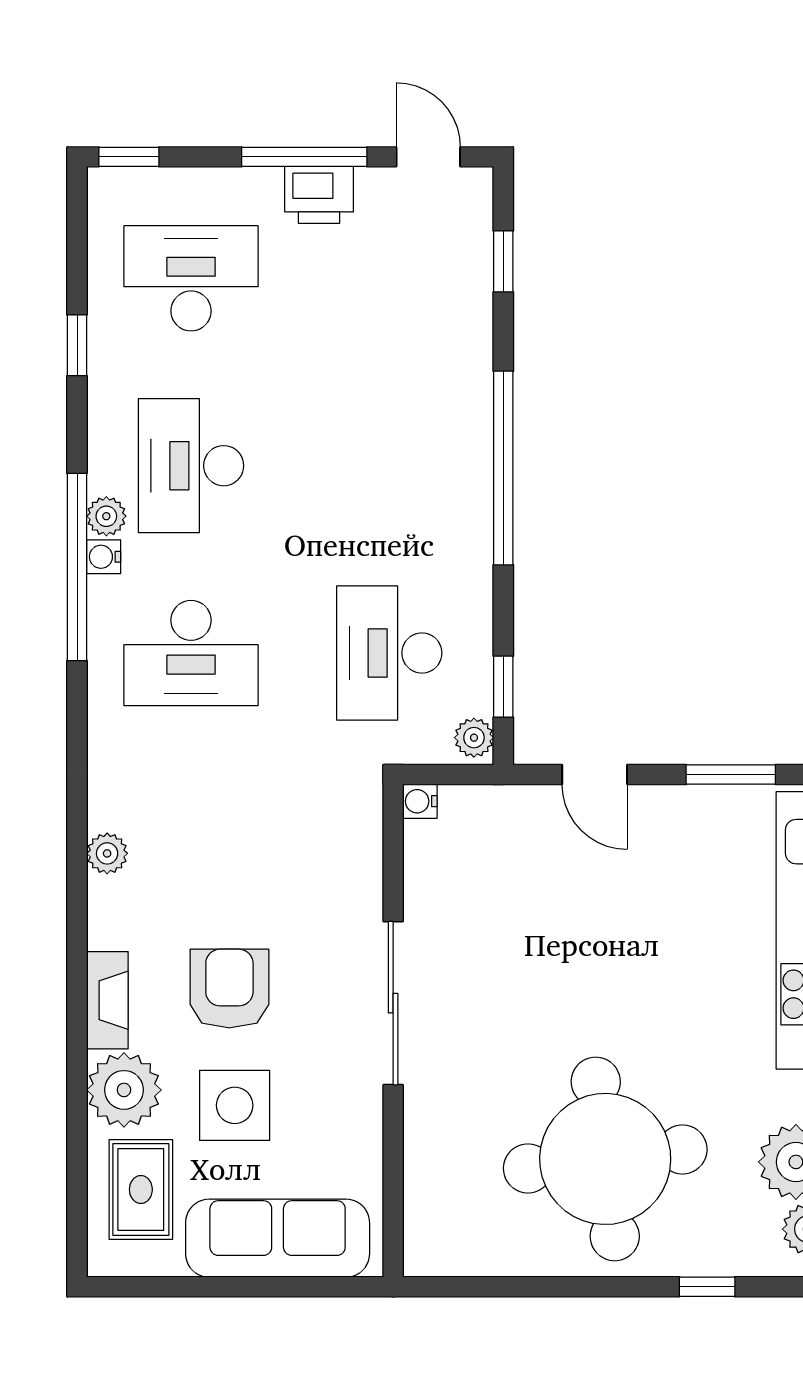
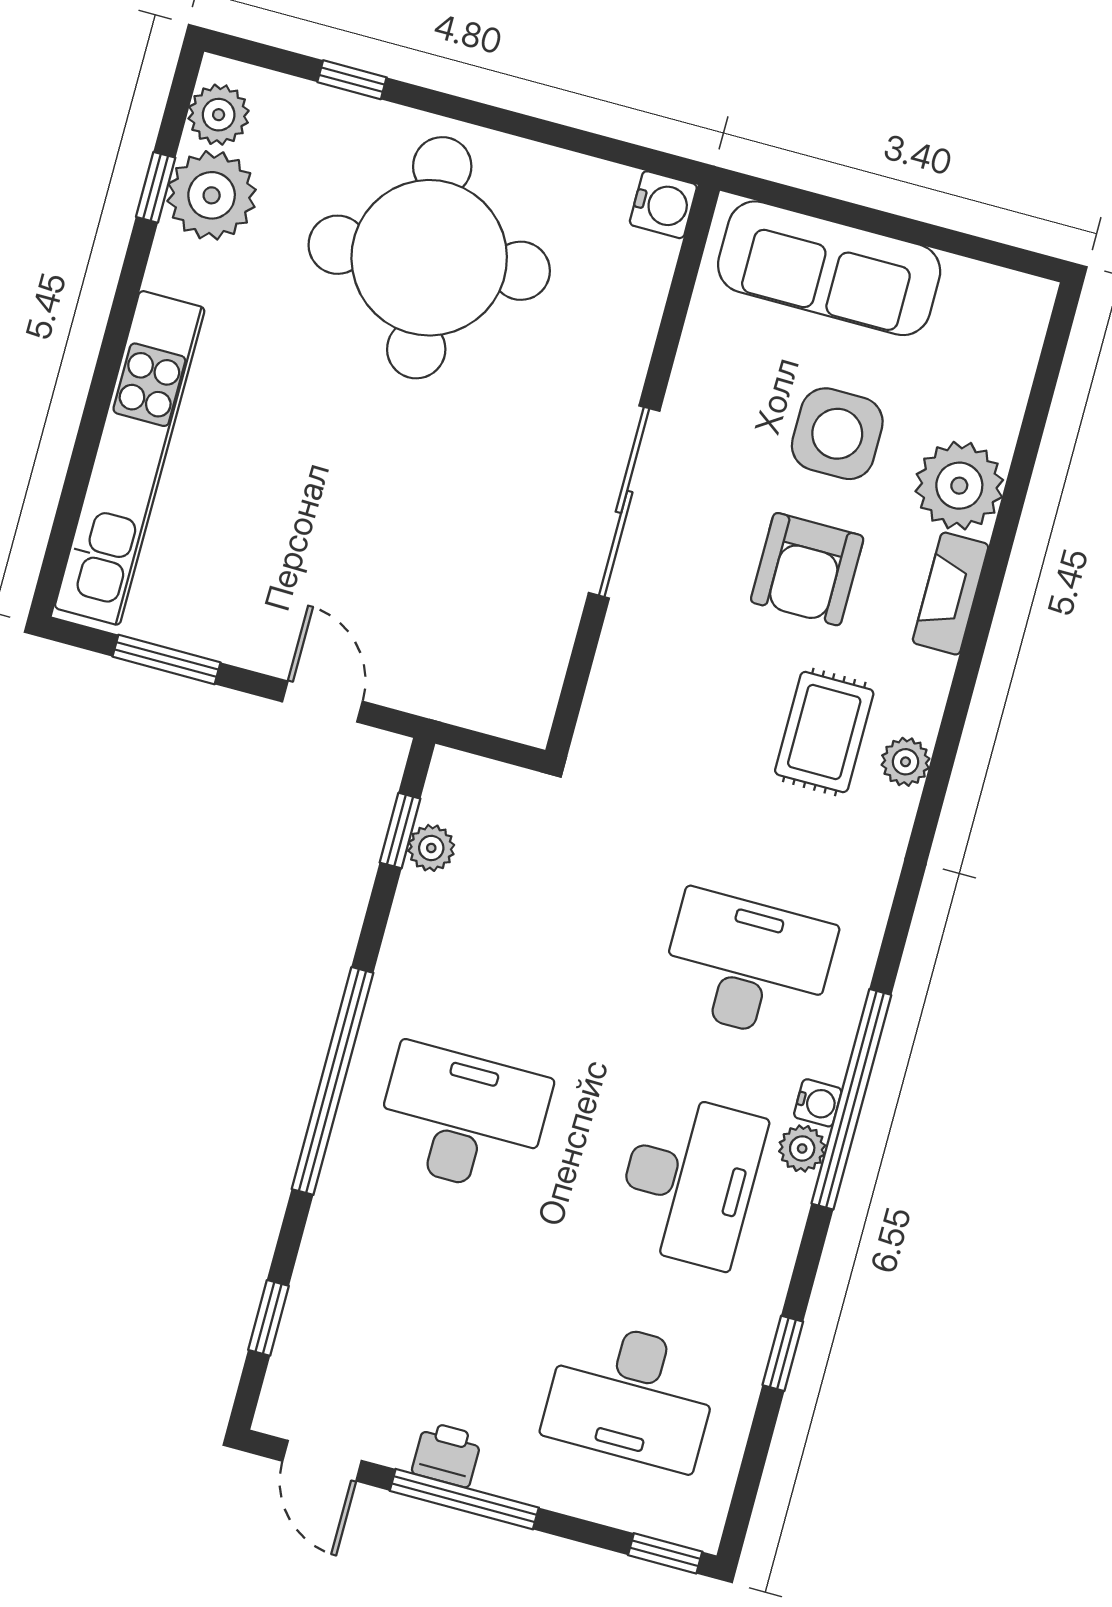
printer: (319, 195) -> (447, 1454), width x0.73, depth x0.81
desk: (389, 653) -> (462, 1119), moved, turned -90
plant: (474, 738) -> (431, 848), moved
water cooler: (420, 801) -> (663, 205), moved, width x1.38, depth x1.38
rug: (141, 1190) -> (824, 732), moved

